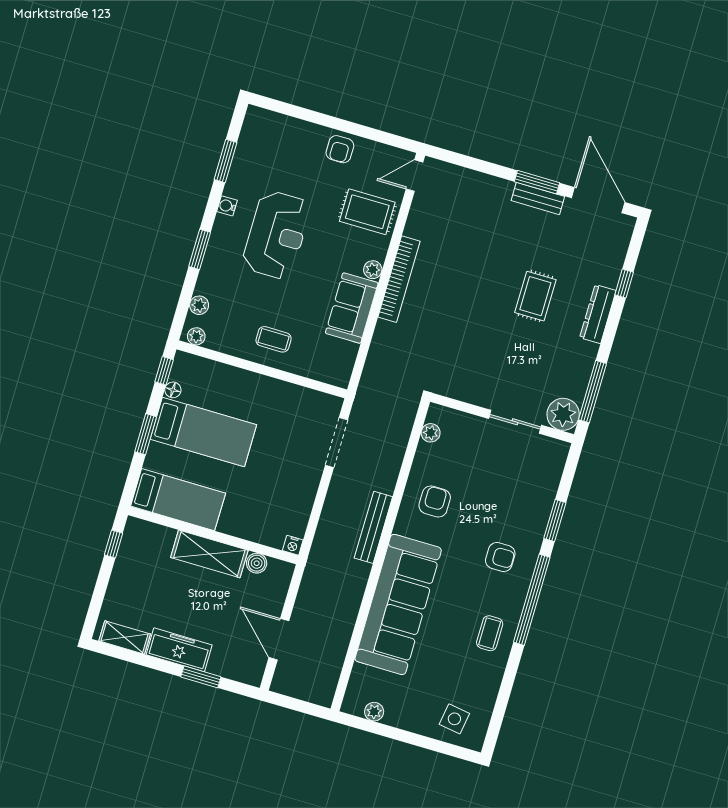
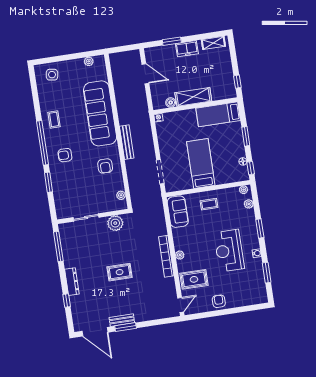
rug: (535, 296) -> (120, 272), moved, turned 90
sofa: (352, 308) -> (178, 212), moved
plant: (563, 414) -> (115, 223), moved
bed: (203, 432) -> (201, 163), moved, turned 90
freezer: (179, 650) -> (187, 49), width x0.71

